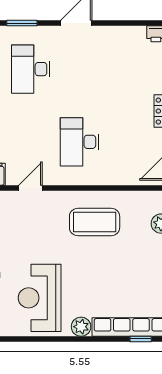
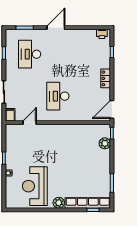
coffee table: (95, 222) -> (67, 142), removed

